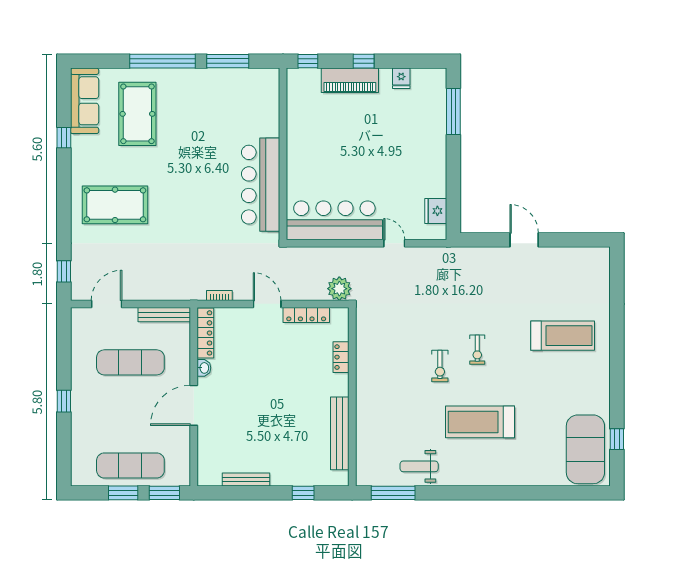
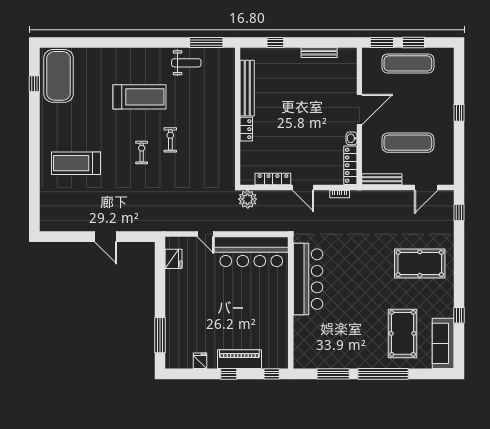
locker: (341, 357) -> (246, 129), moved

